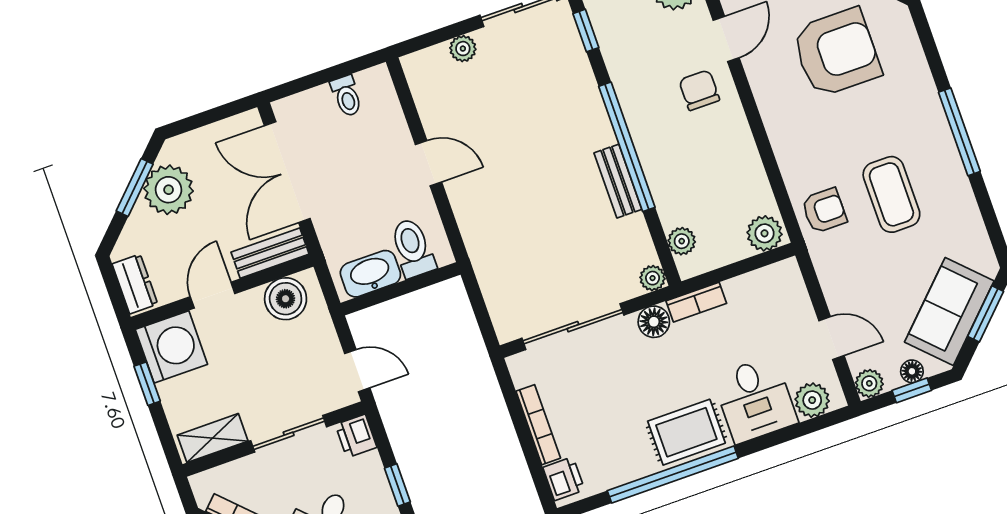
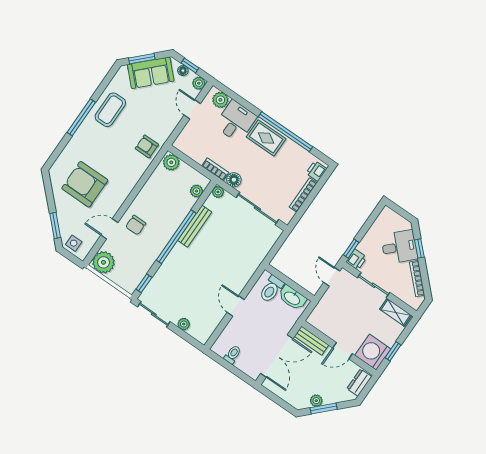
bench: (618, 181) -> (195, 226), width x1.36
plant: (169, 190) -> (316, 401), width x0.53, depth x0.53
coffee table: (891, 194) -> (110, 110), moved
boiler: (286, 299) -> (324, 323), removed
window: (397, 485) -> (351, 249), moved

